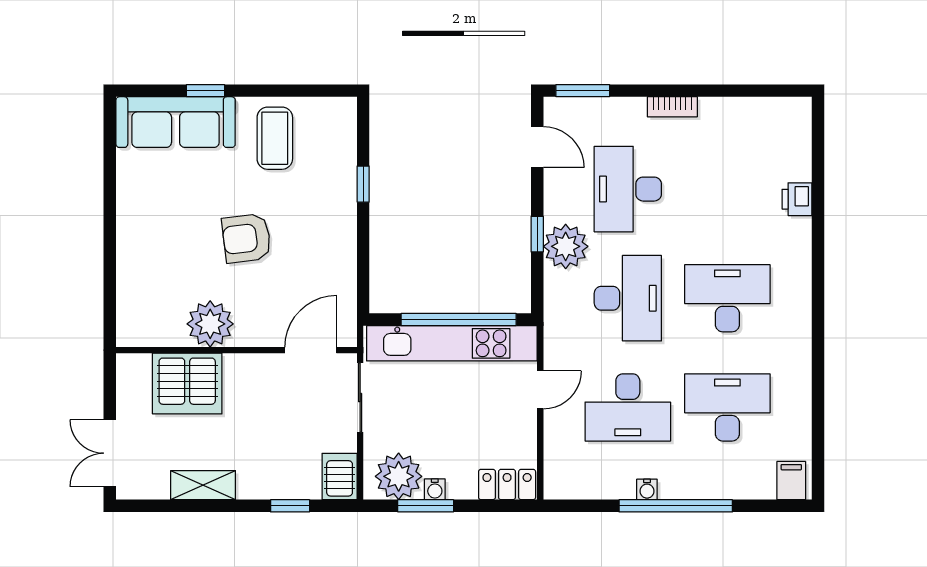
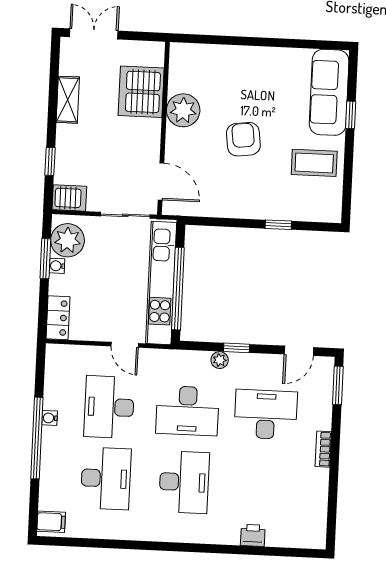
plant: (566, 246) -> (220, 360), width x0.53, depth x0.53

